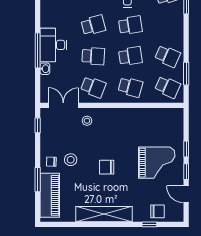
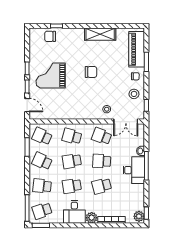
school desk: (167, 25) -> (42, 186), added
stool: (71, 160) -> (134, 94), moved
door: (186, 194) -> (27, 105), moved
shelving: (104, 214) -> (100, 34), width x0.68

